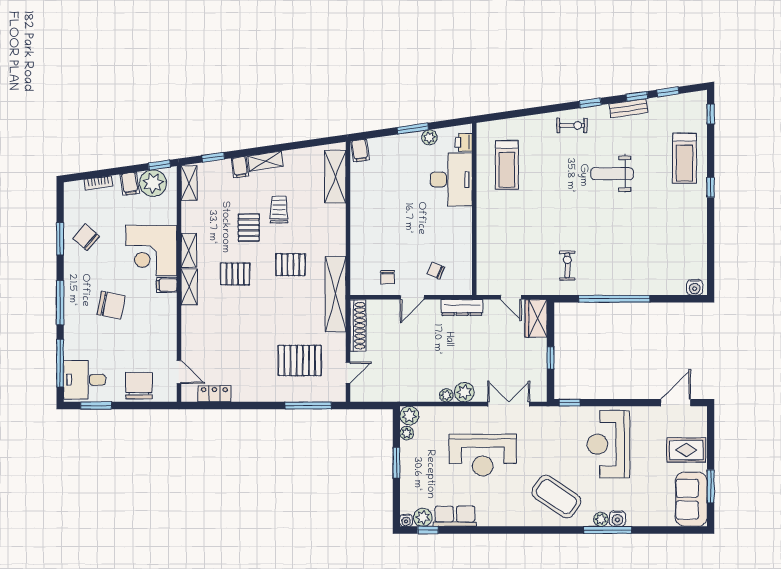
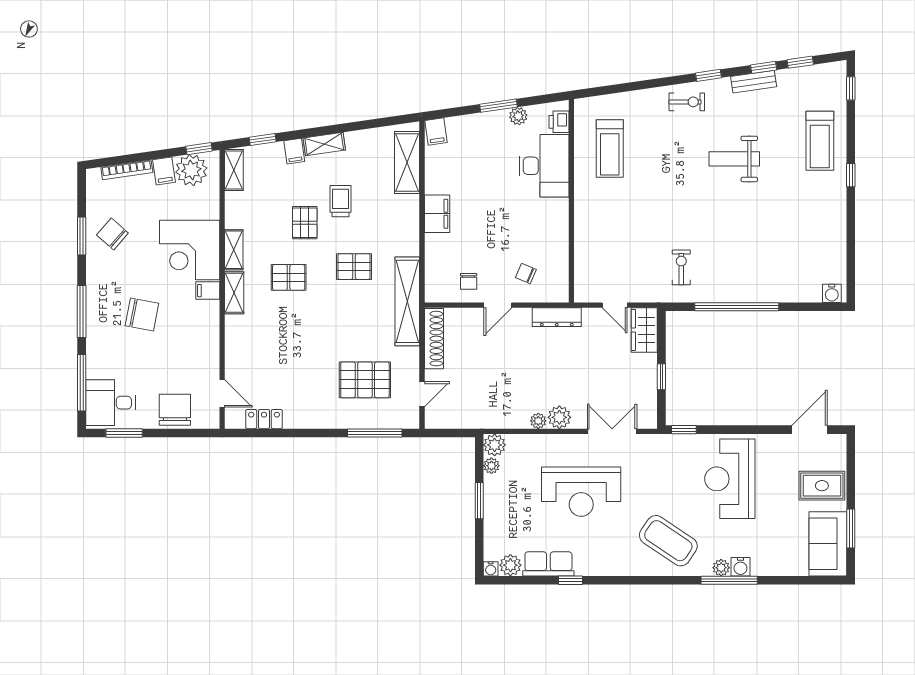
bookcase: (98, 183) -> (127, 170), width x1.56
filing cabinet: (361, 220) -> (437, 214), added
window: (428, 530) -> (570, 580), moved

